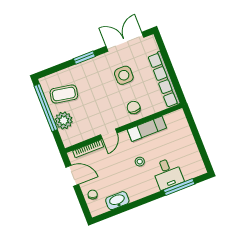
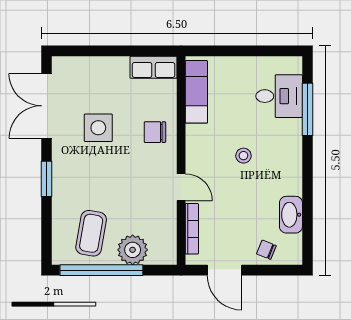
row of seats: (164, 80) -> (154, 67), width x0.50
exam couch: (147, 129) -> (196, 92), moved
desk: (168, 173) -> (279, 96), moved
door: (72, 176) -> (224, 270), swing flipped

